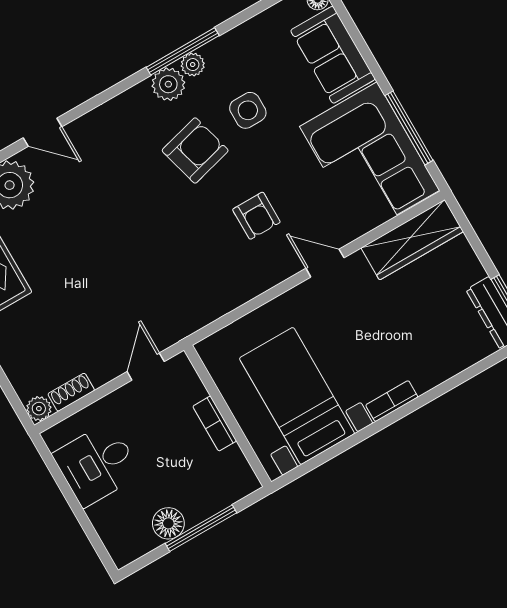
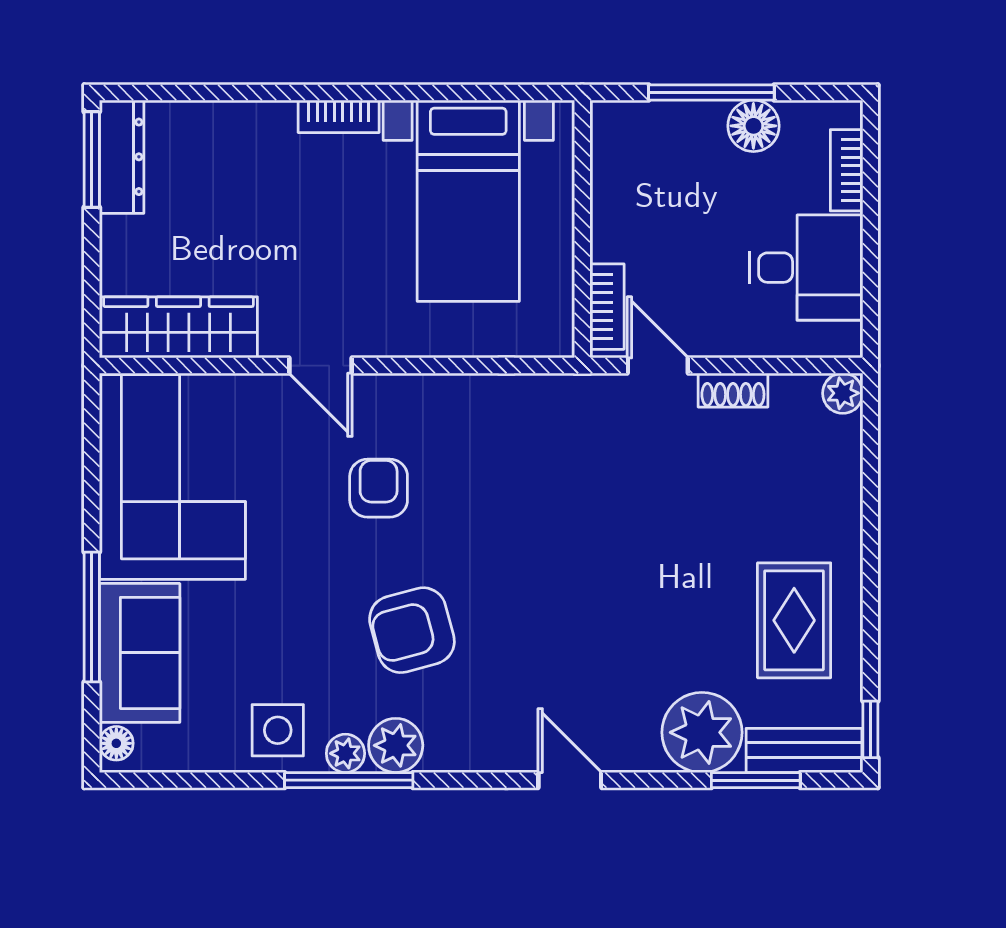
side table: (248, 110) -> (278, 730), moved
window: (409, 128) -> (92, 617), moved
door: (43, 132) -> (570, 780), moved
door: (146, 367) -> (658, 366), swing flipped
shoe rack: (71, 392) -> (733, 390), moved
bookcase: (215, 424) -> (607, 307), moved
bookcase: (105, 528) -> (847, 170), added

